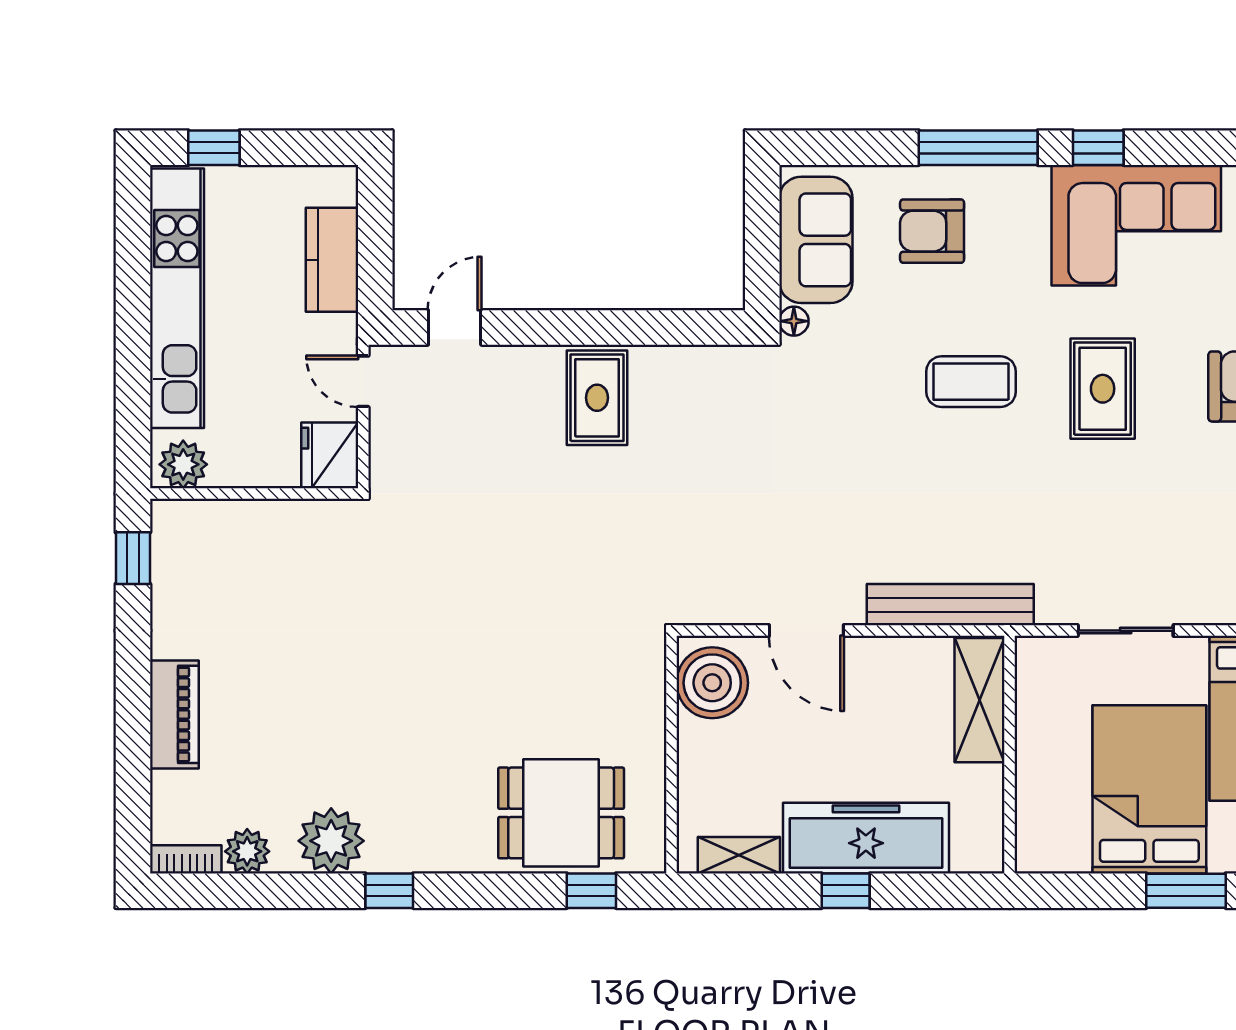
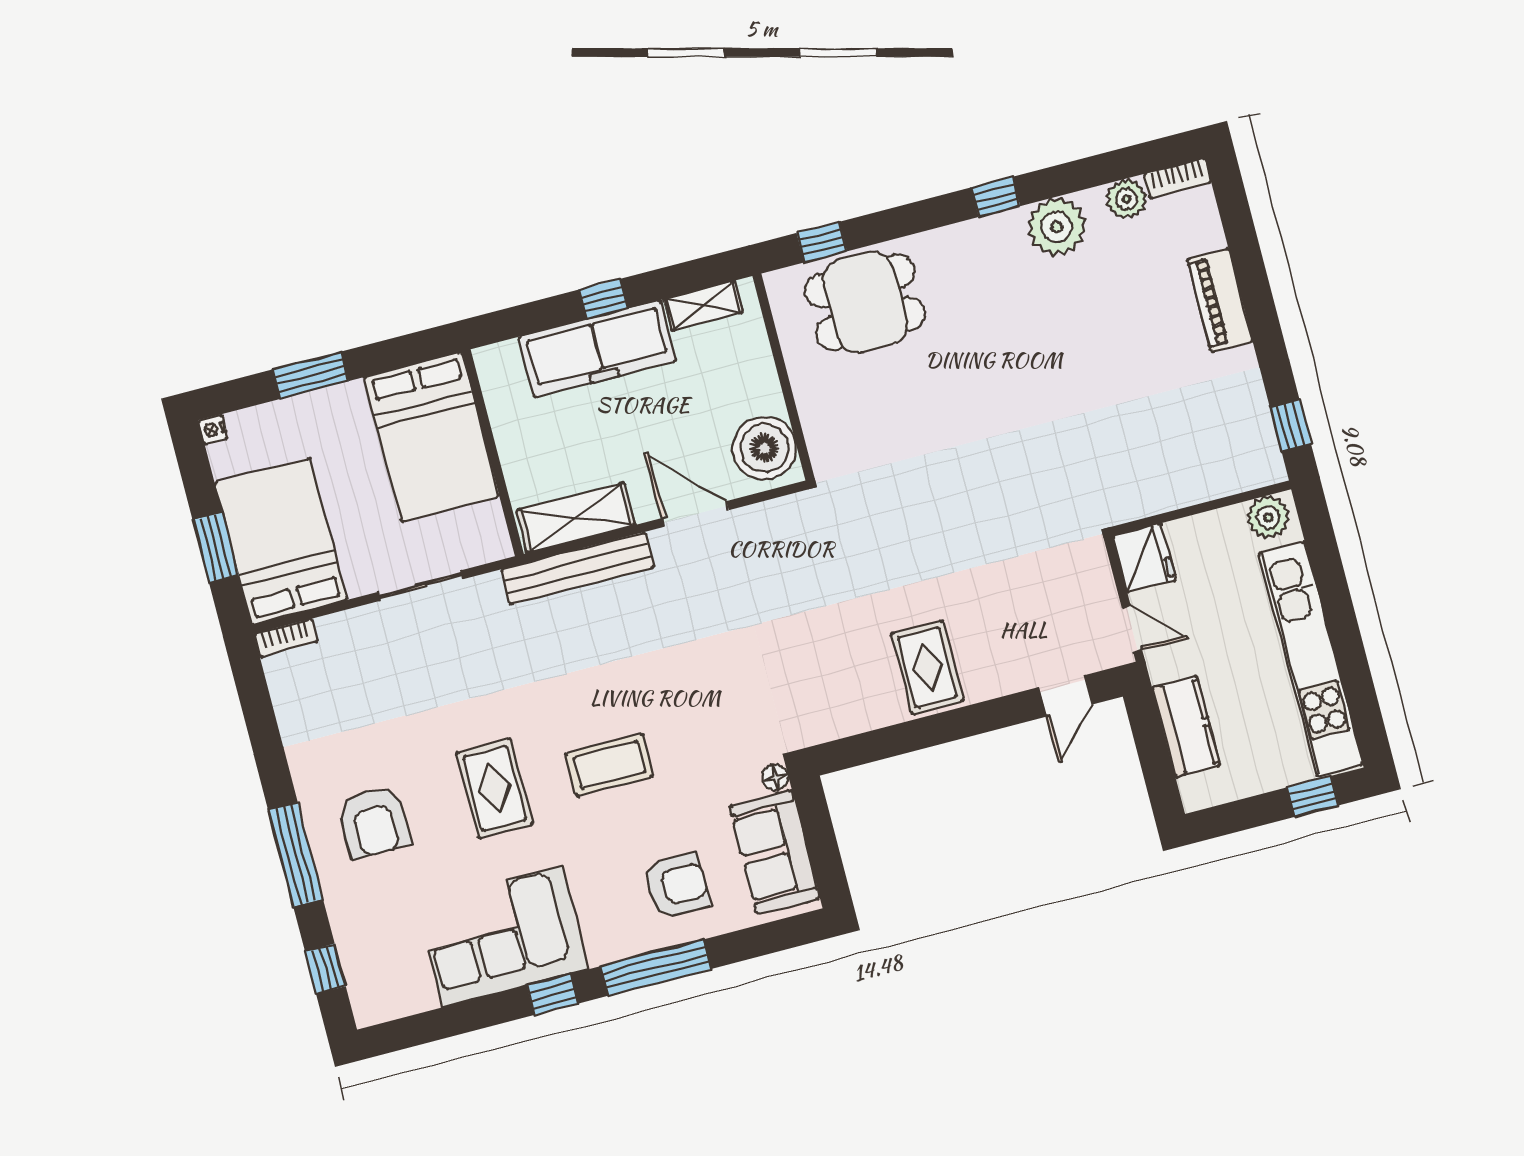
shelving: (979, 700) -> (576, 518), moved, turned 90
bed: (1149, 789) -> (432, 437), moved

